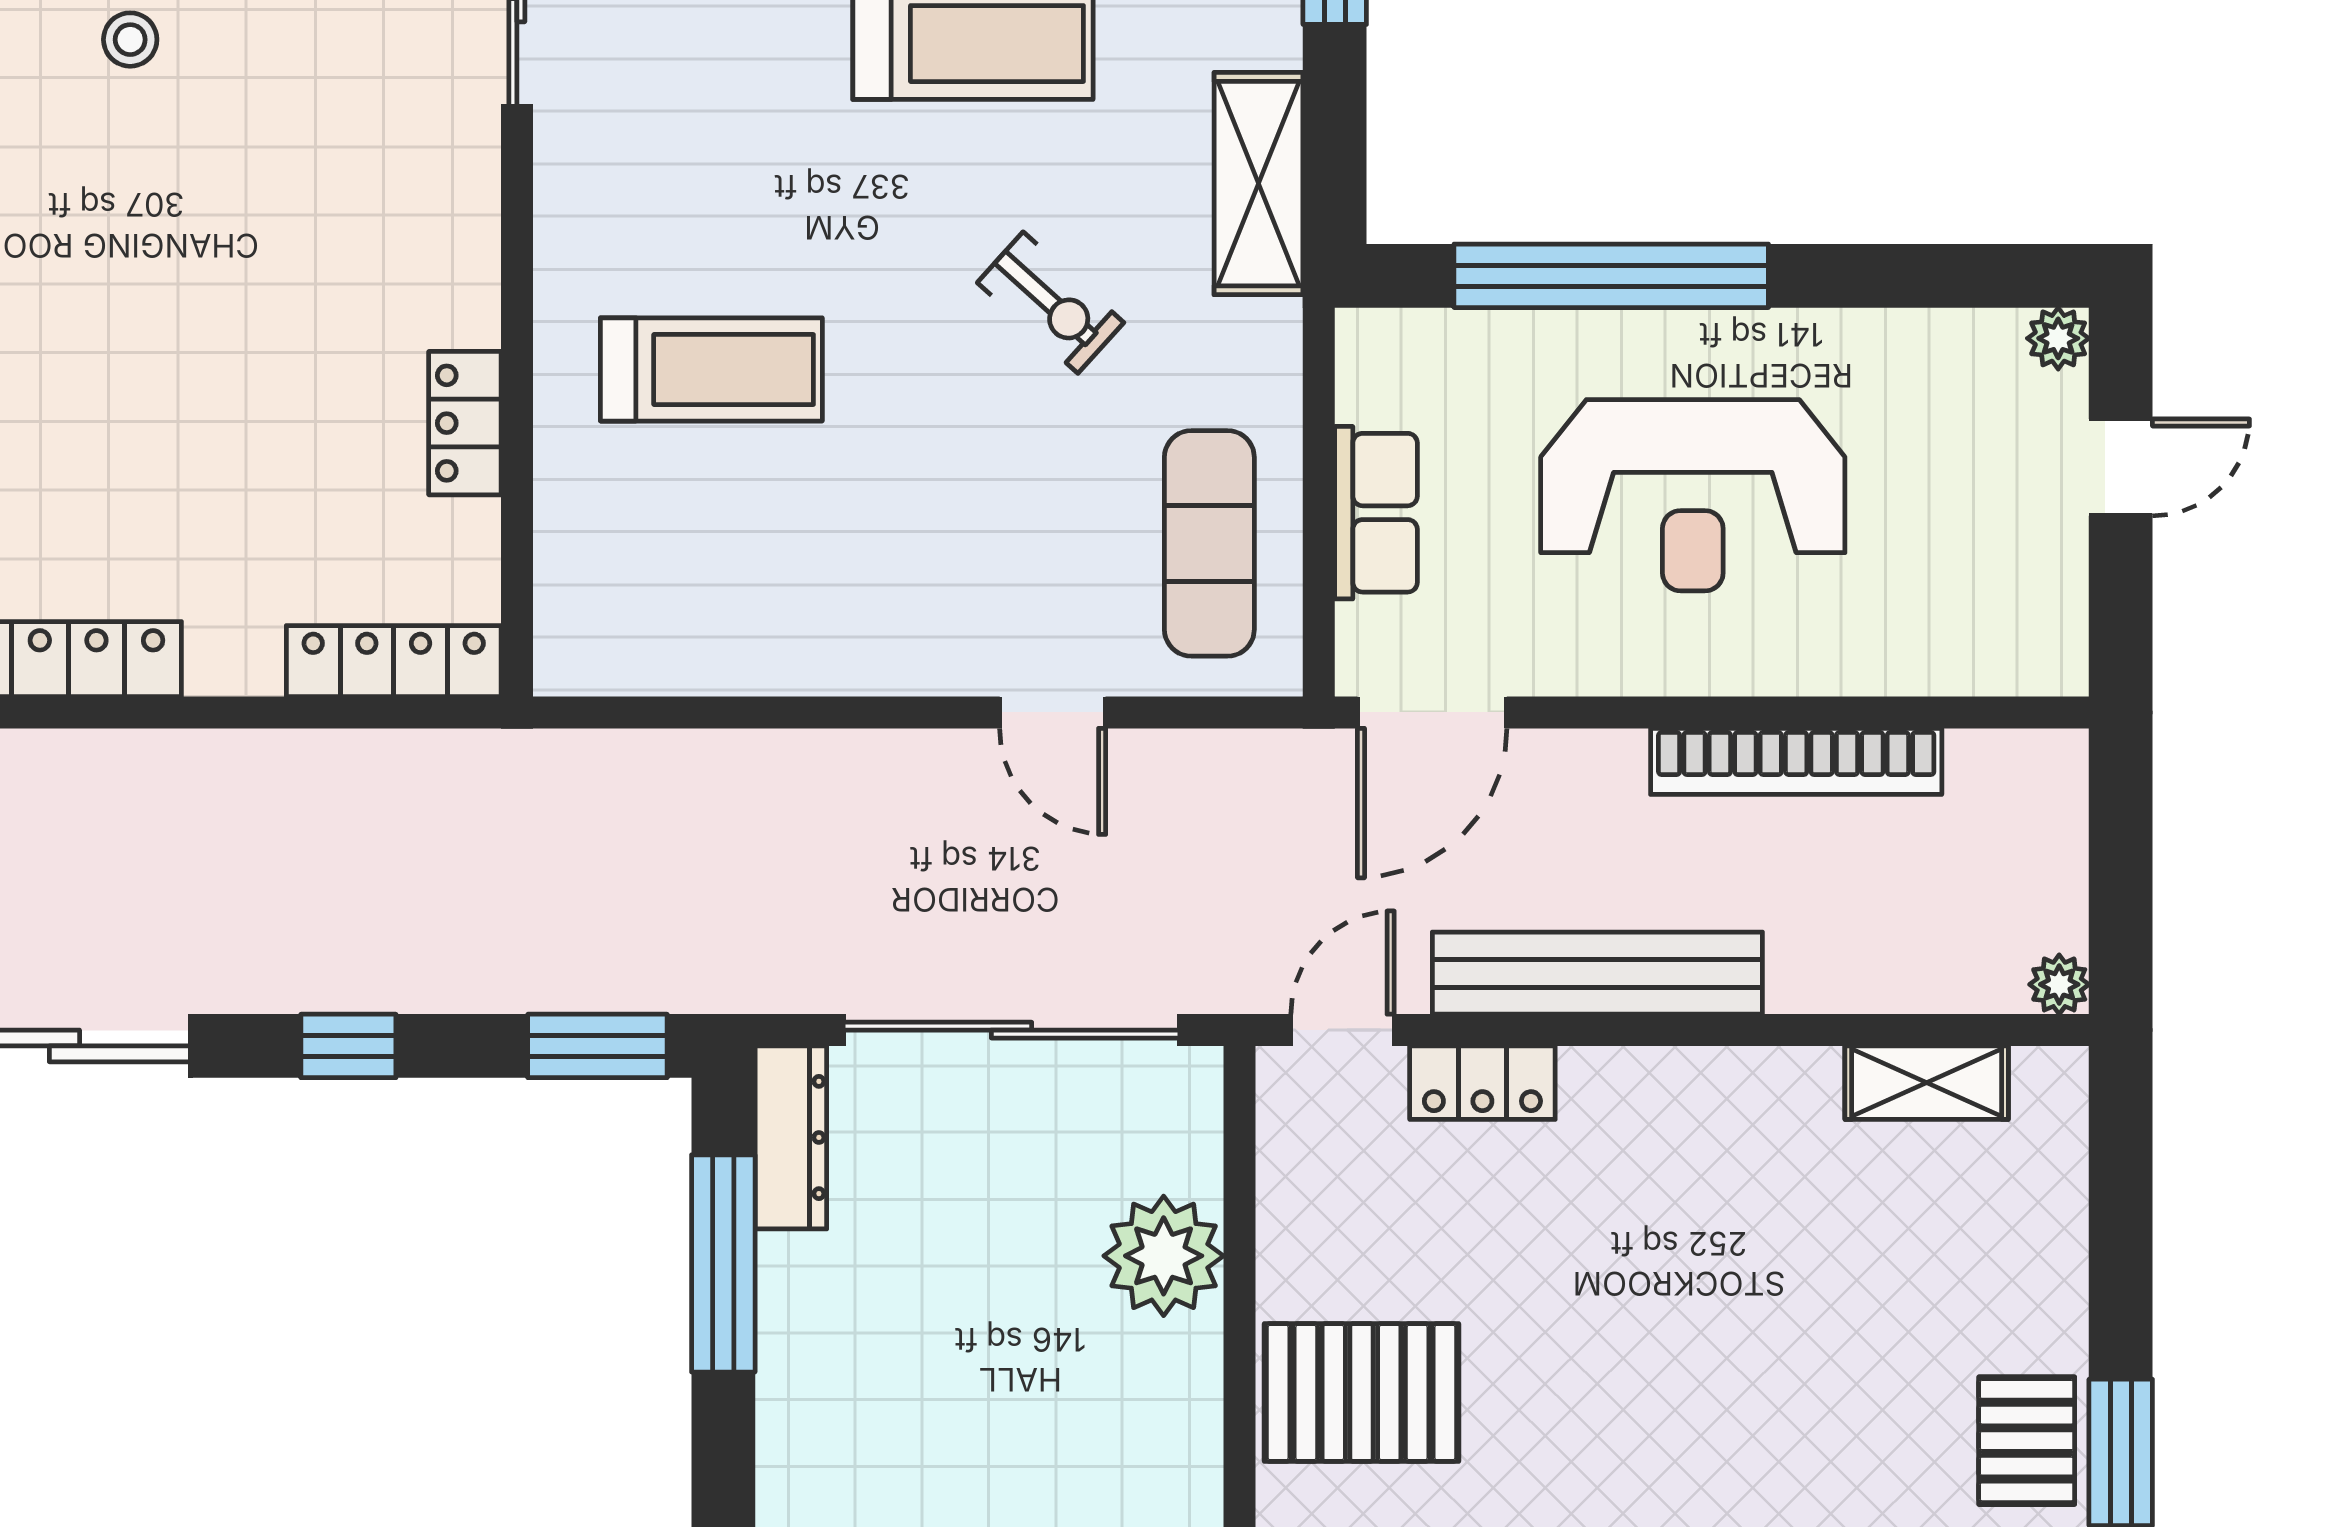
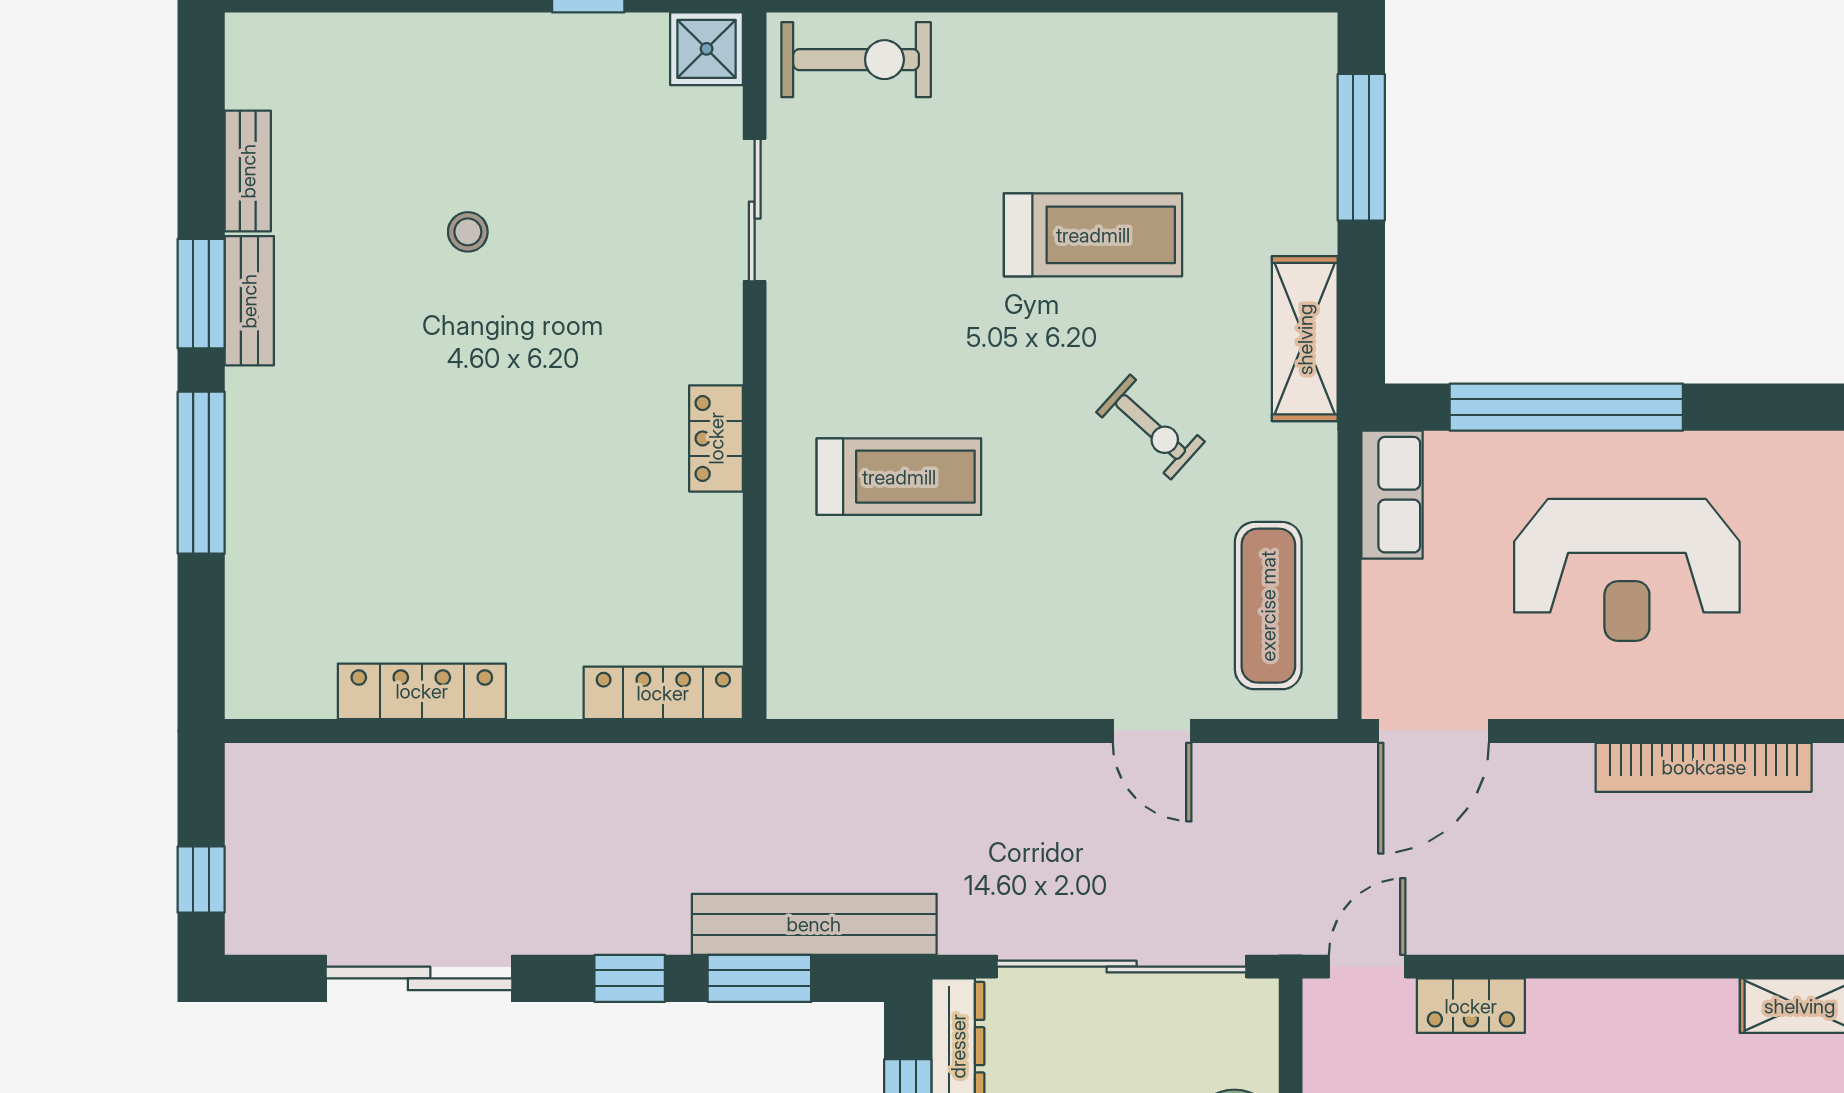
locker: (465, 423) -> (716, 438), moved
row of seats: (1376, 513) -> (1392, 495), moved
bench: (1597, 973) -> (814, 924), moved
window: (597, 1046) -> (759, 978), moved

